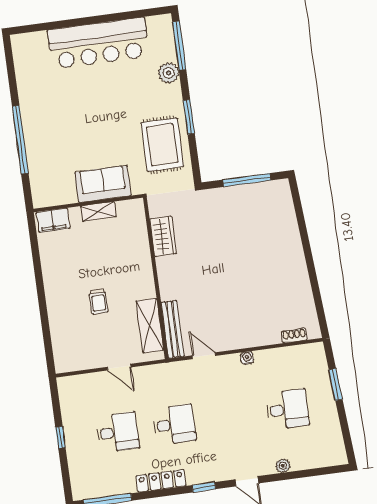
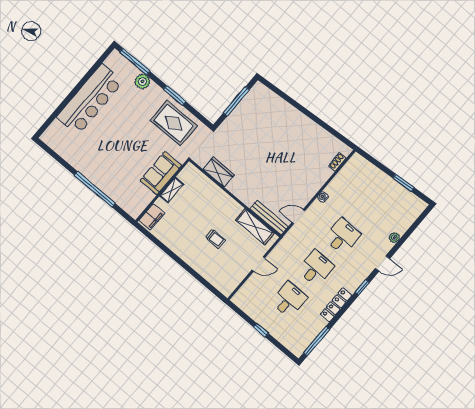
window: (336, 384) -> (404, 183), moved
desk: (287, 409) -> (343, 236), moved

